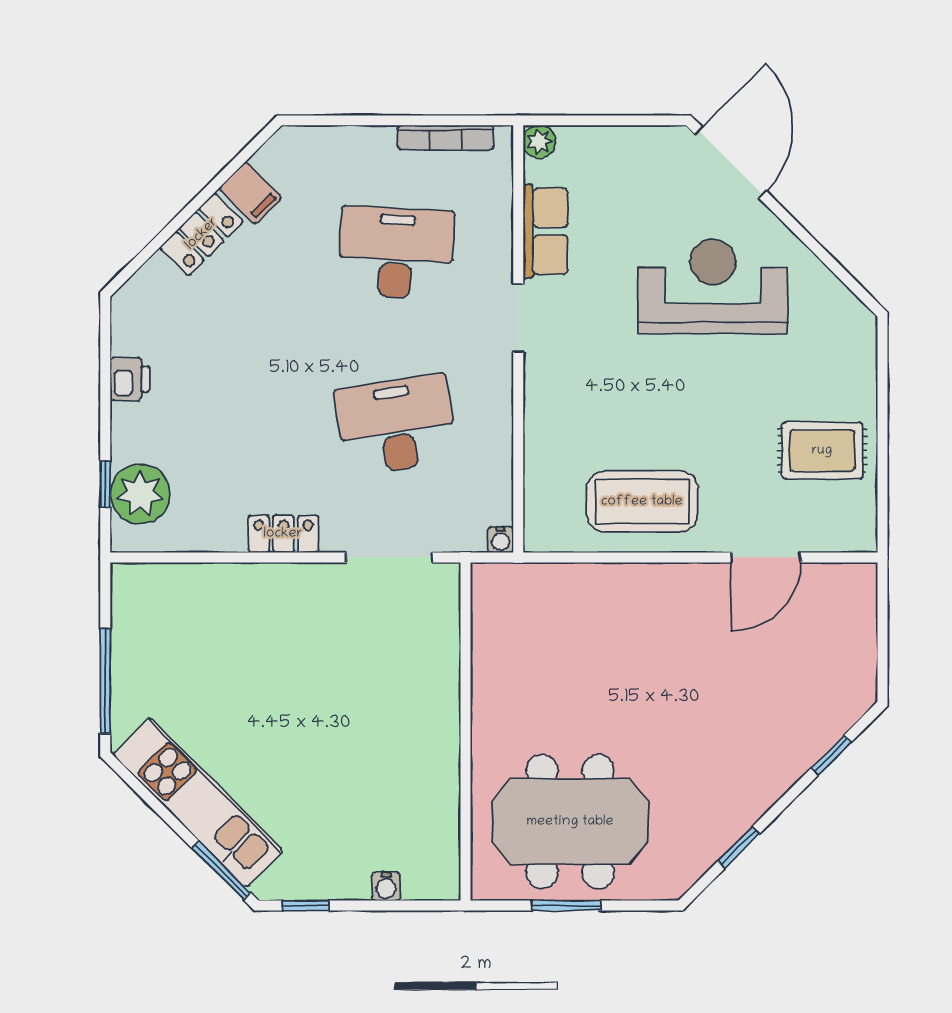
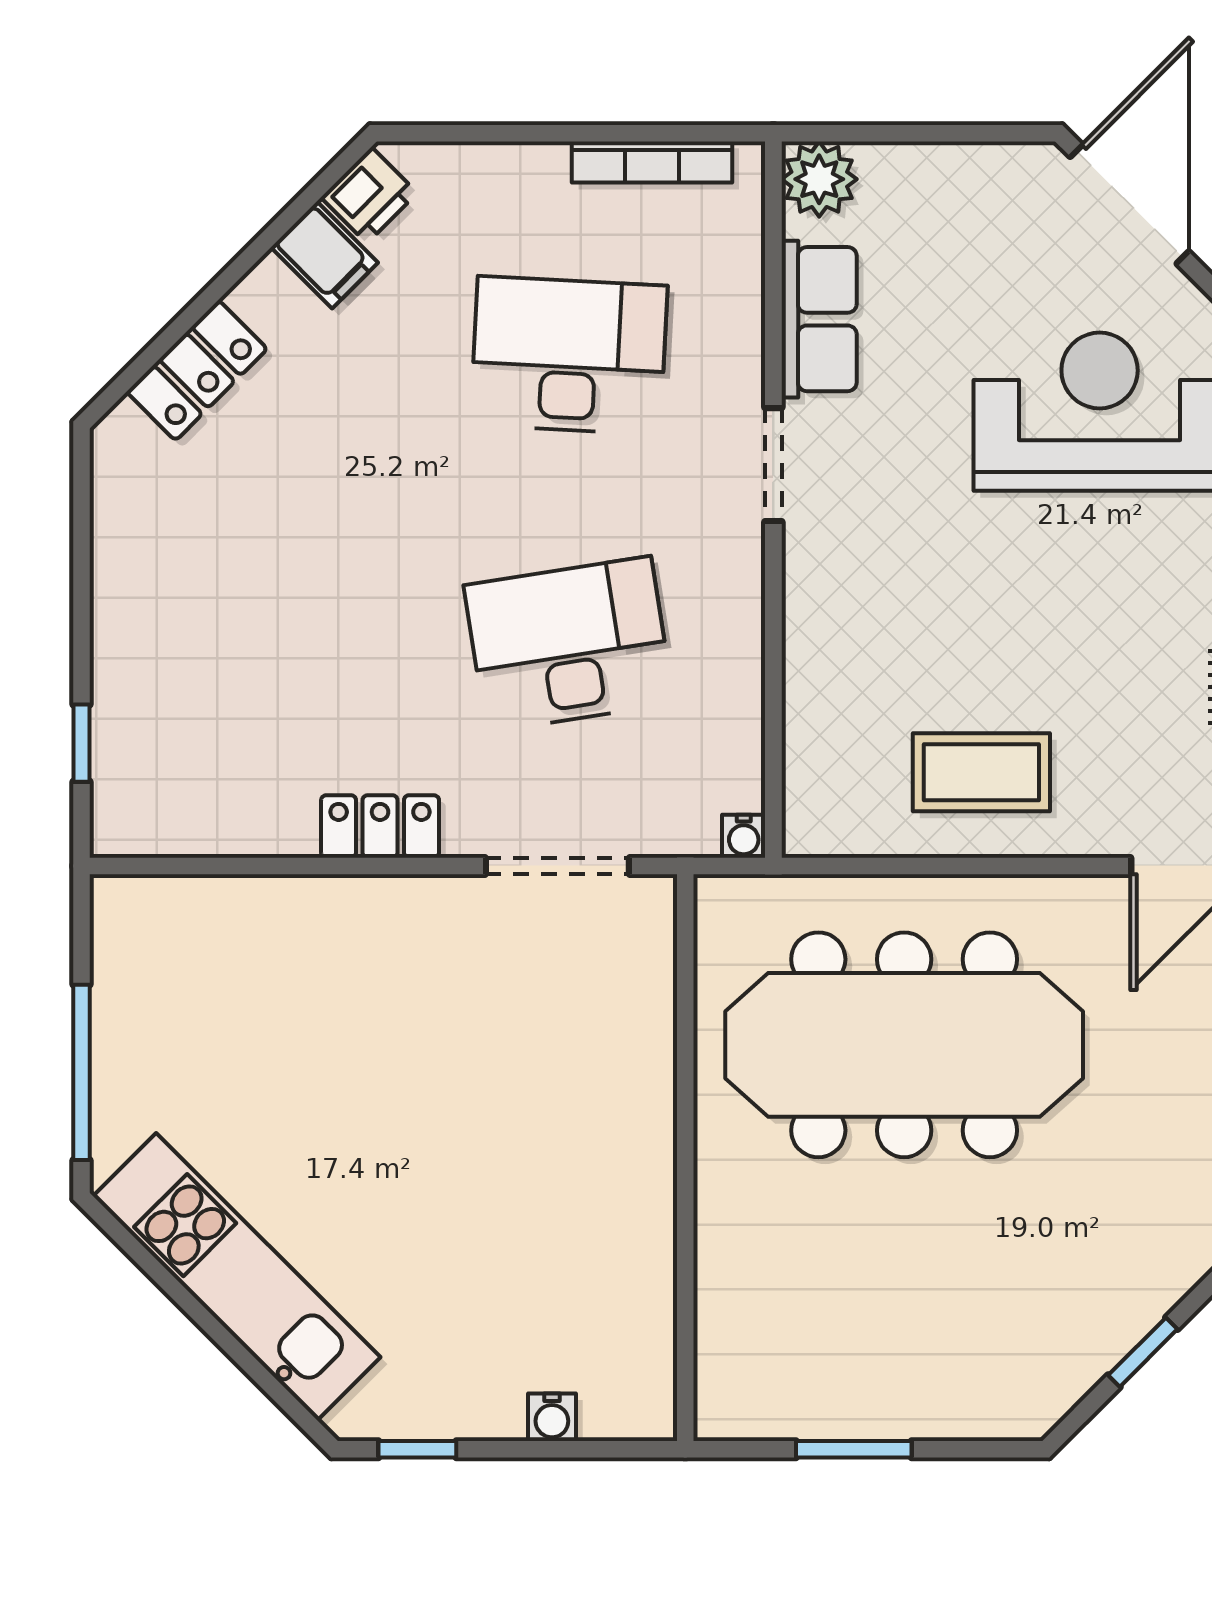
plant: (539, 142) -> (819, 179), width x1.38, depth x1.38
locker: (202, 234) -> (197, 370), moved
printer: (130, 379) -> (369, 195), moved, turned 45
plant: (140, 494) -> (140, 759), removed
coffee table: (642, 502) -> (981, 772), width x0.73, depth x0.76
meeting table: (570, 822) -> (904, 1045), moved, width x1.36
window: (221, 870) -> (276, 1390), removed

